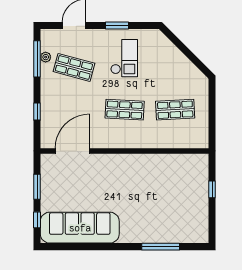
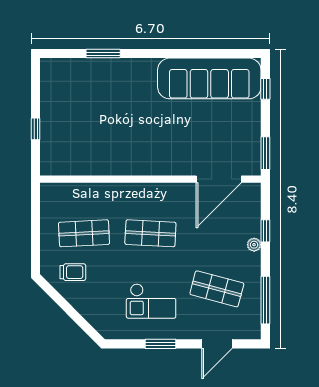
plant: (46, 57) -> (254, 245), moved
checkout: (124, 58) -> (151, 301), turned -90
trolley: (184, 80) -> (73, 272), added
window: (37, 187) -> (265, 153), moved
window: (161, 247) -> (103, 54), width x0.69

